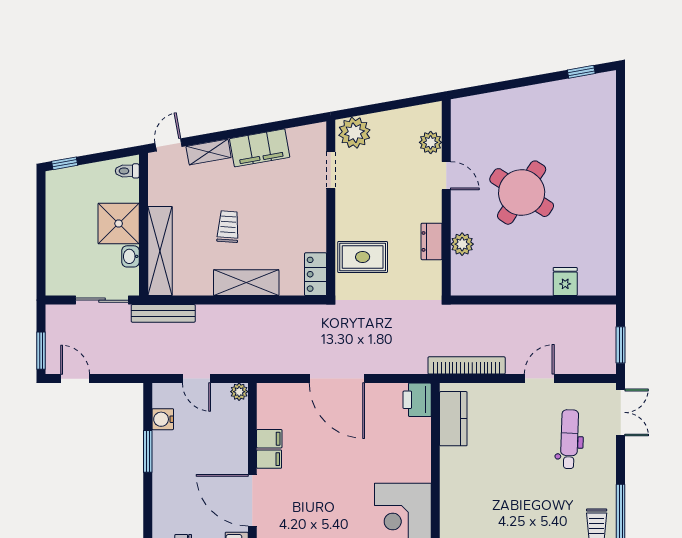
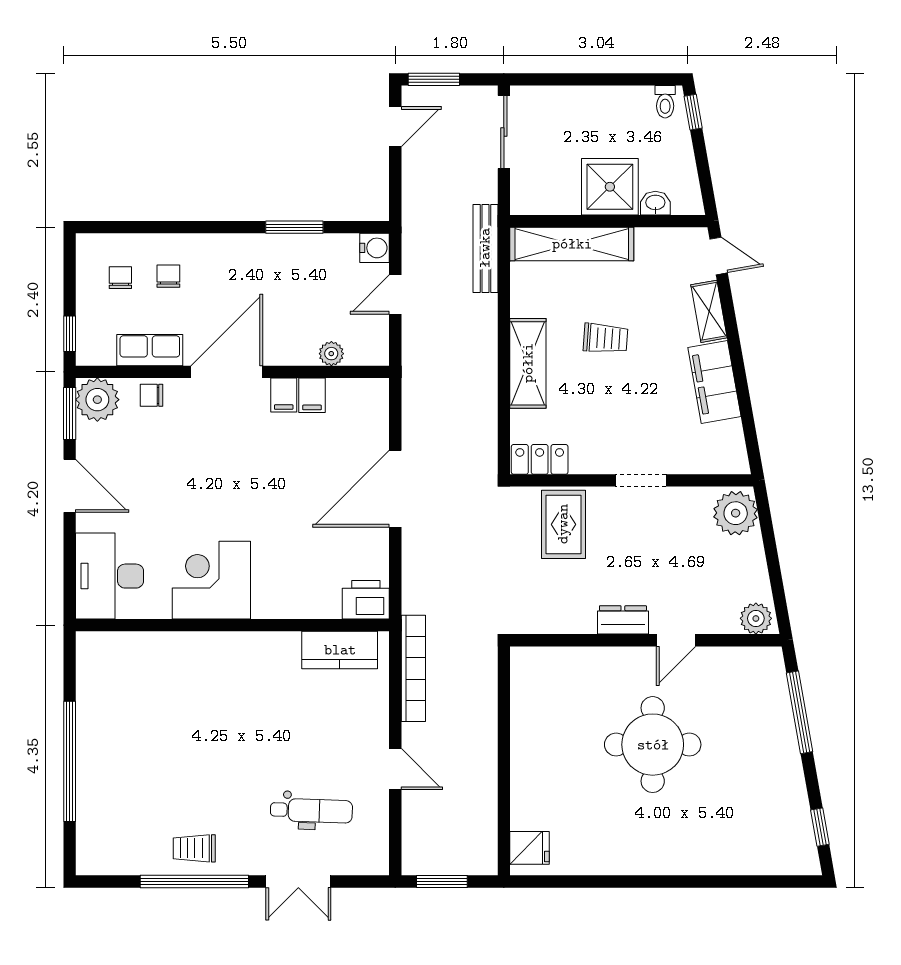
window: (498, 86) -> (800, 712), added
plant: (431, 142) -> (756, 618), moved
doorway: (331, 170) -> (641, 480), moved
toilet: (127, 171) -> (665, 102), moved, turned 180
round table: (522, 193) -> (653, 745), turned -33
dresser: (432, 241) -> (623, 620), moved
plant: (462, 244) -> (581, 662), removed
washbasin: (130, 256) -> (655, 203), moved
fridge: (565, 282) -> (530, 848), moved
sliding door: (102, 300) -> (504, 132), moved
plant: (239, 392) -> (331, 354), moved
double door: (621, 412) -> (298, 881), moved
water cooler: (163, 419) -> (375, 248), moved, turned 90

